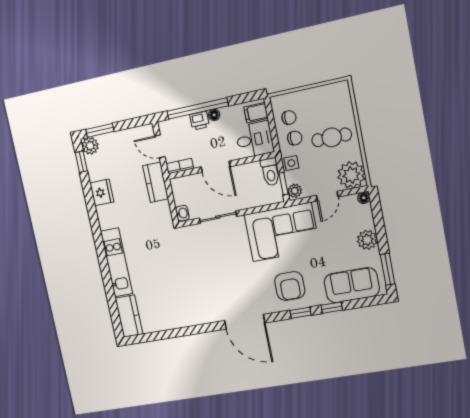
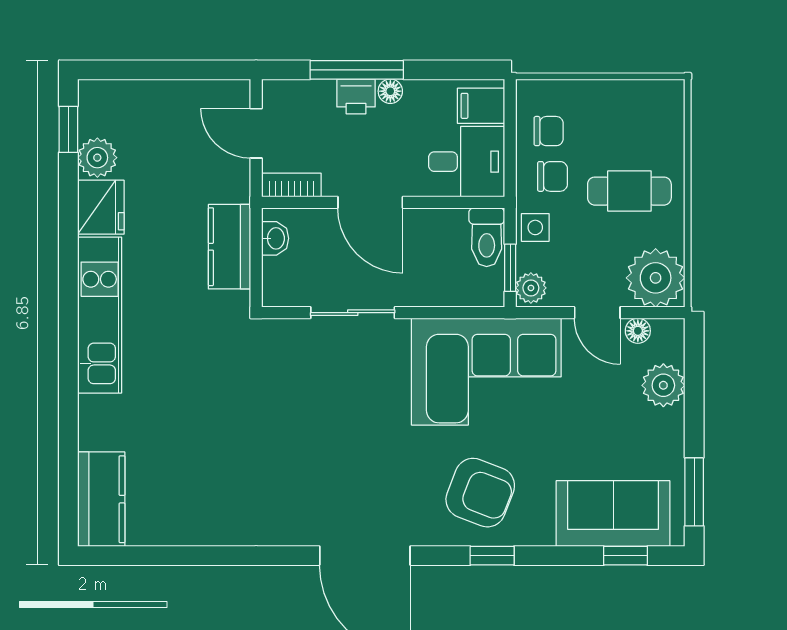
window: (197, 109) -> (357, 70), width x0.68
window: (100, 130) -> (127, 70), removed
plant: (90, 146) -> (97, 158), moved
kitchen counter: (156, 182) -> (229, 247), moved
door: (327, 196) -> (597, 313), hinge flipped
floor lamp: (364, 198) -> (638, 331), moved
washbasin: (182, 213) -> (275, 238), moved
plant: (367, 240) -> (663, 385), moved
kitchen unit: (117, 262) -> (100, 315), moved
armchair: (290, 286) -> (480, 493), turned -69
window: (332, 308) -> (626, 556), moved

